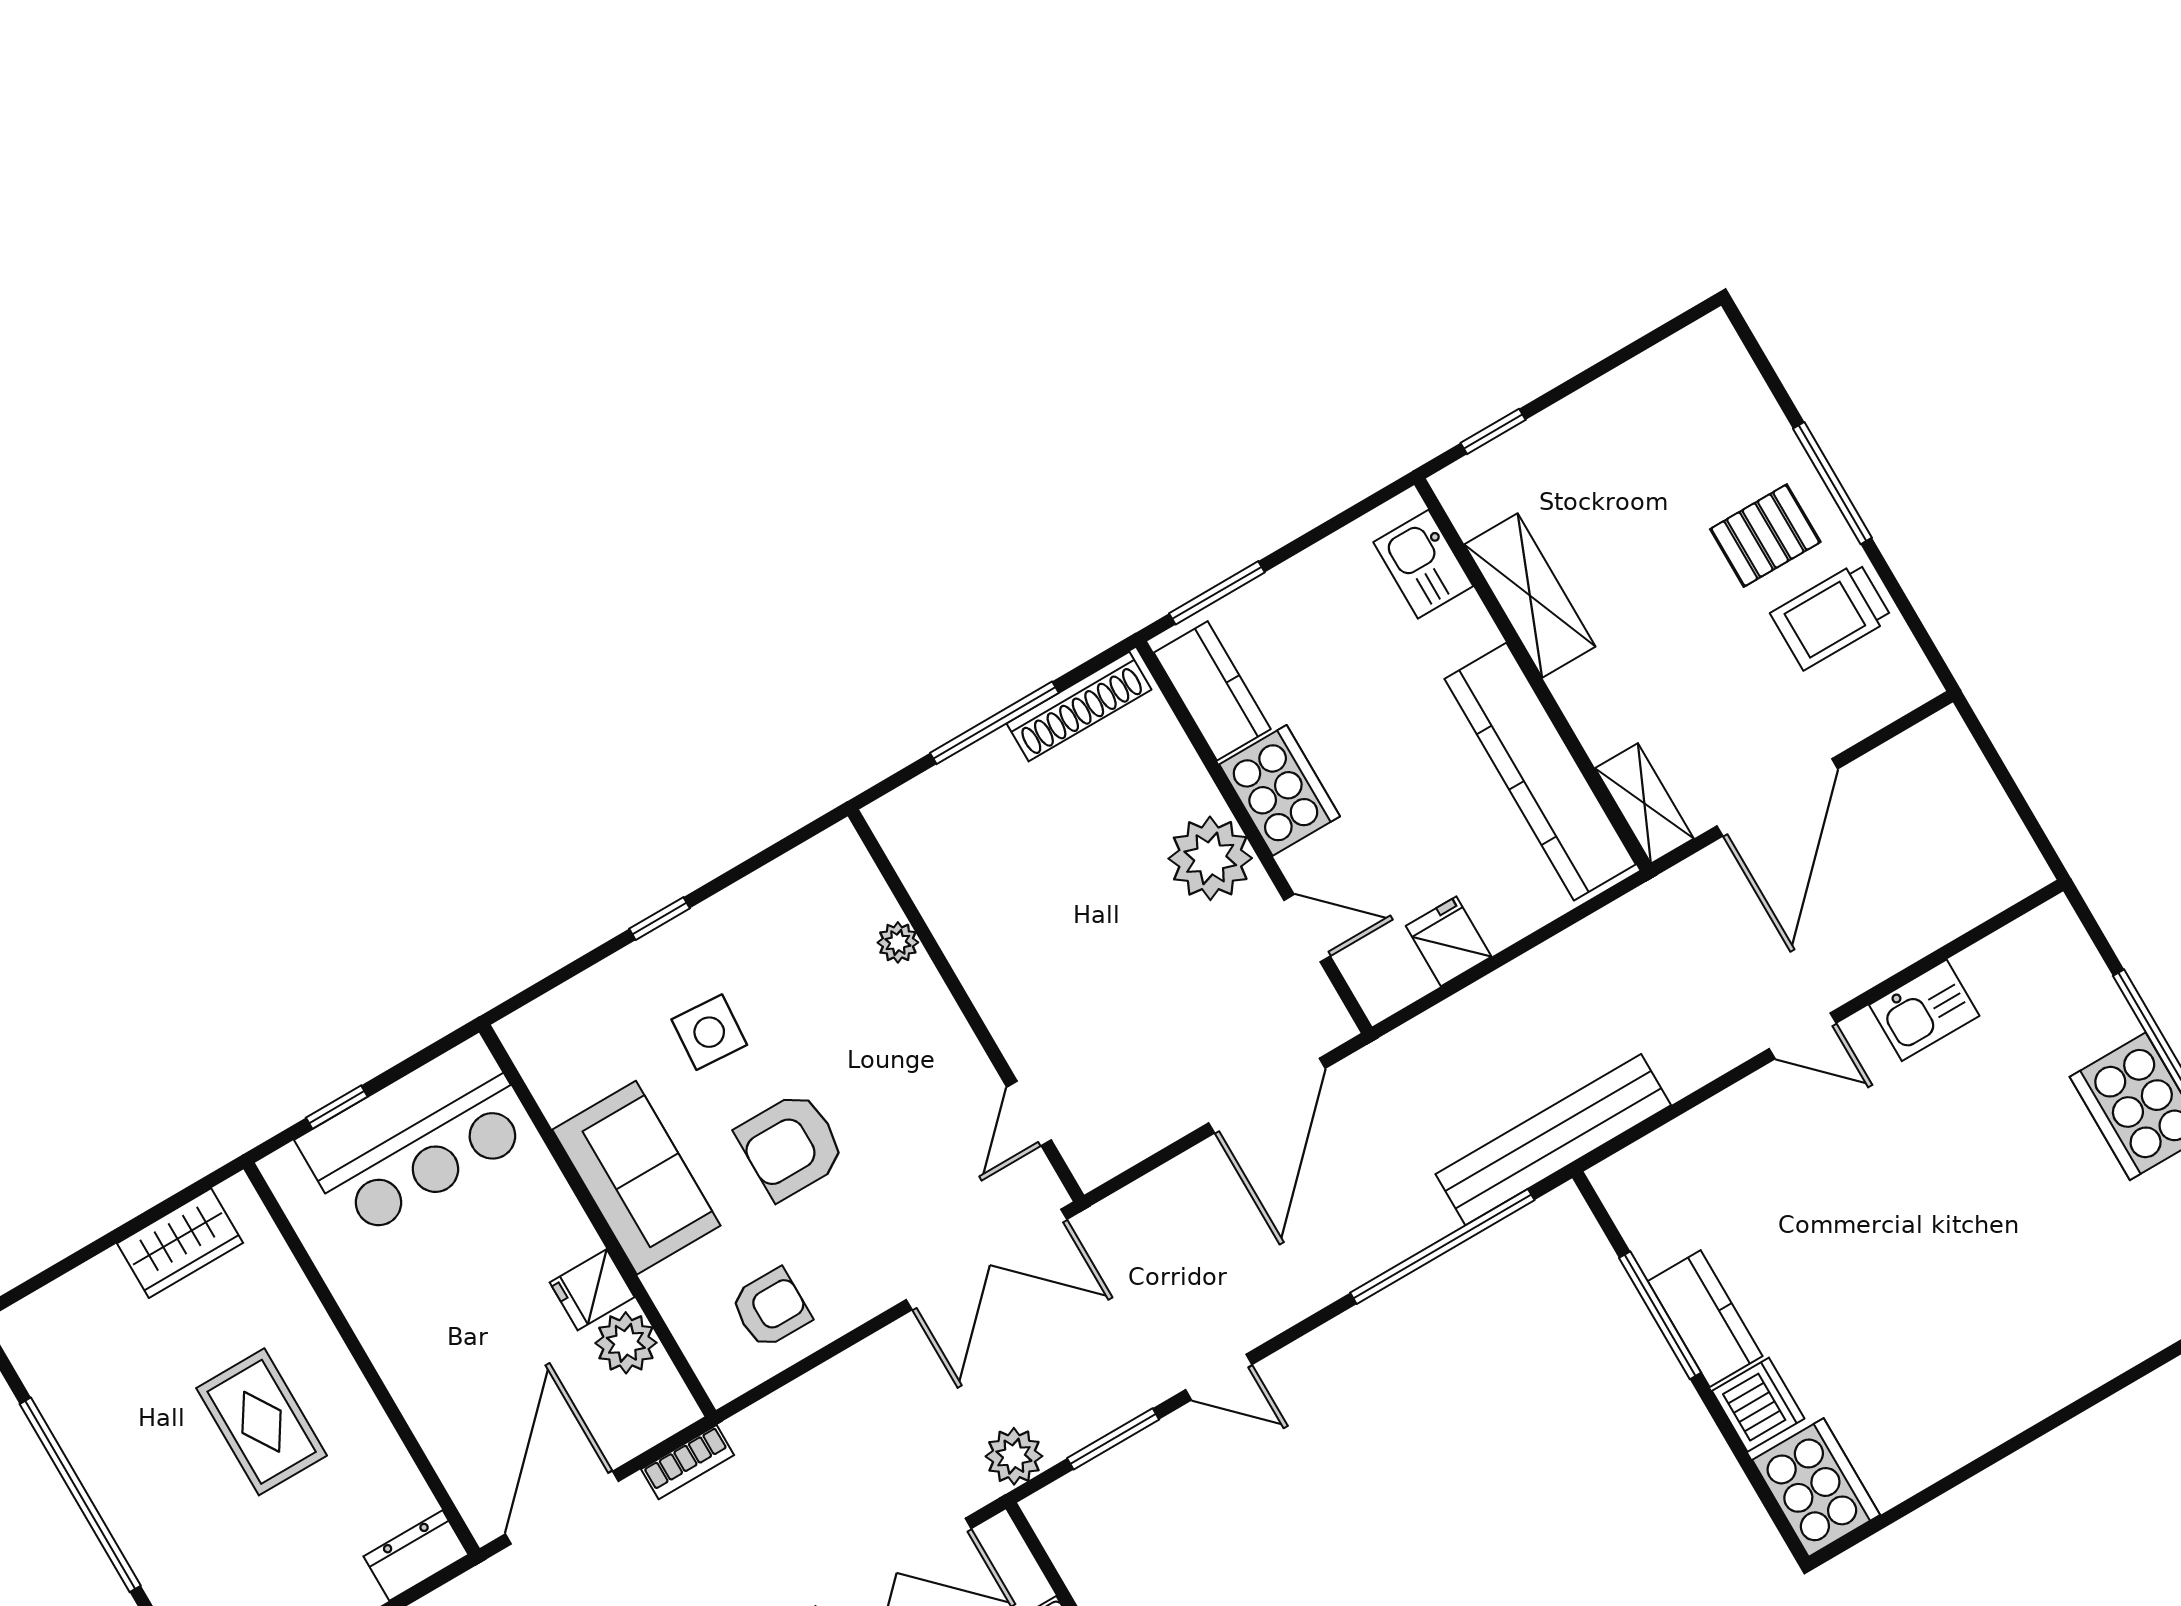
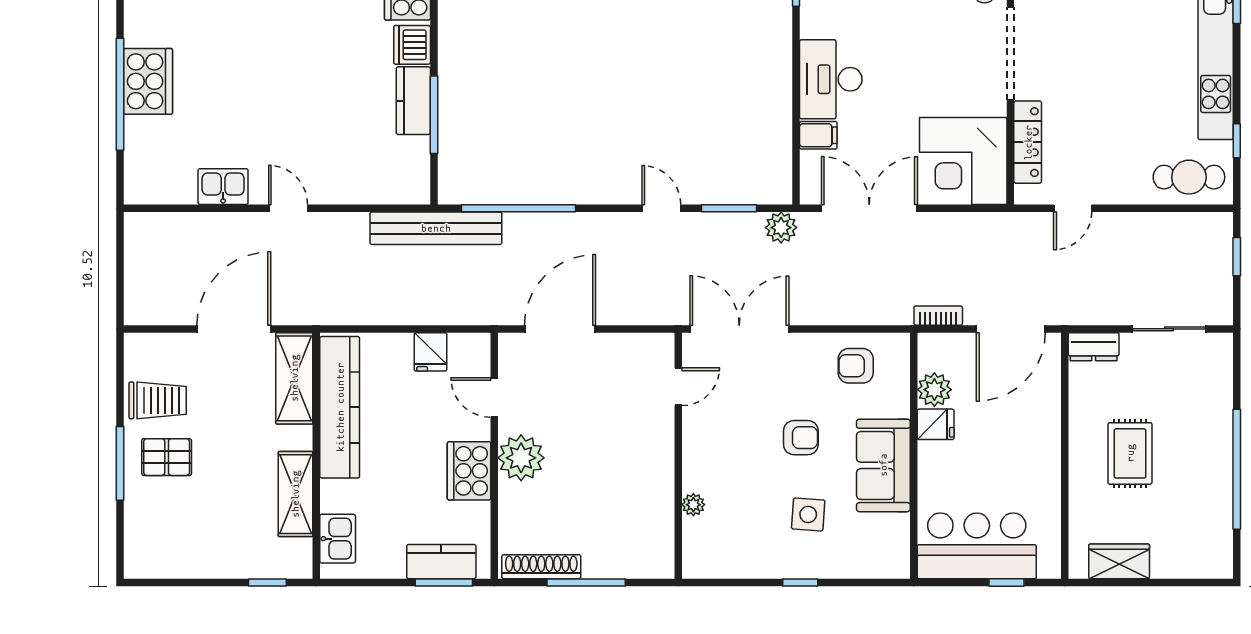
kitchen counter: (1212, 691) -> (441, 562), moved, turned 90
shelving: (1644, 803) -> (294, 378), width x1.50, depth x1.33
armchair: (791, 1146) -> (801, 438), width x0.72, depth x0.72

